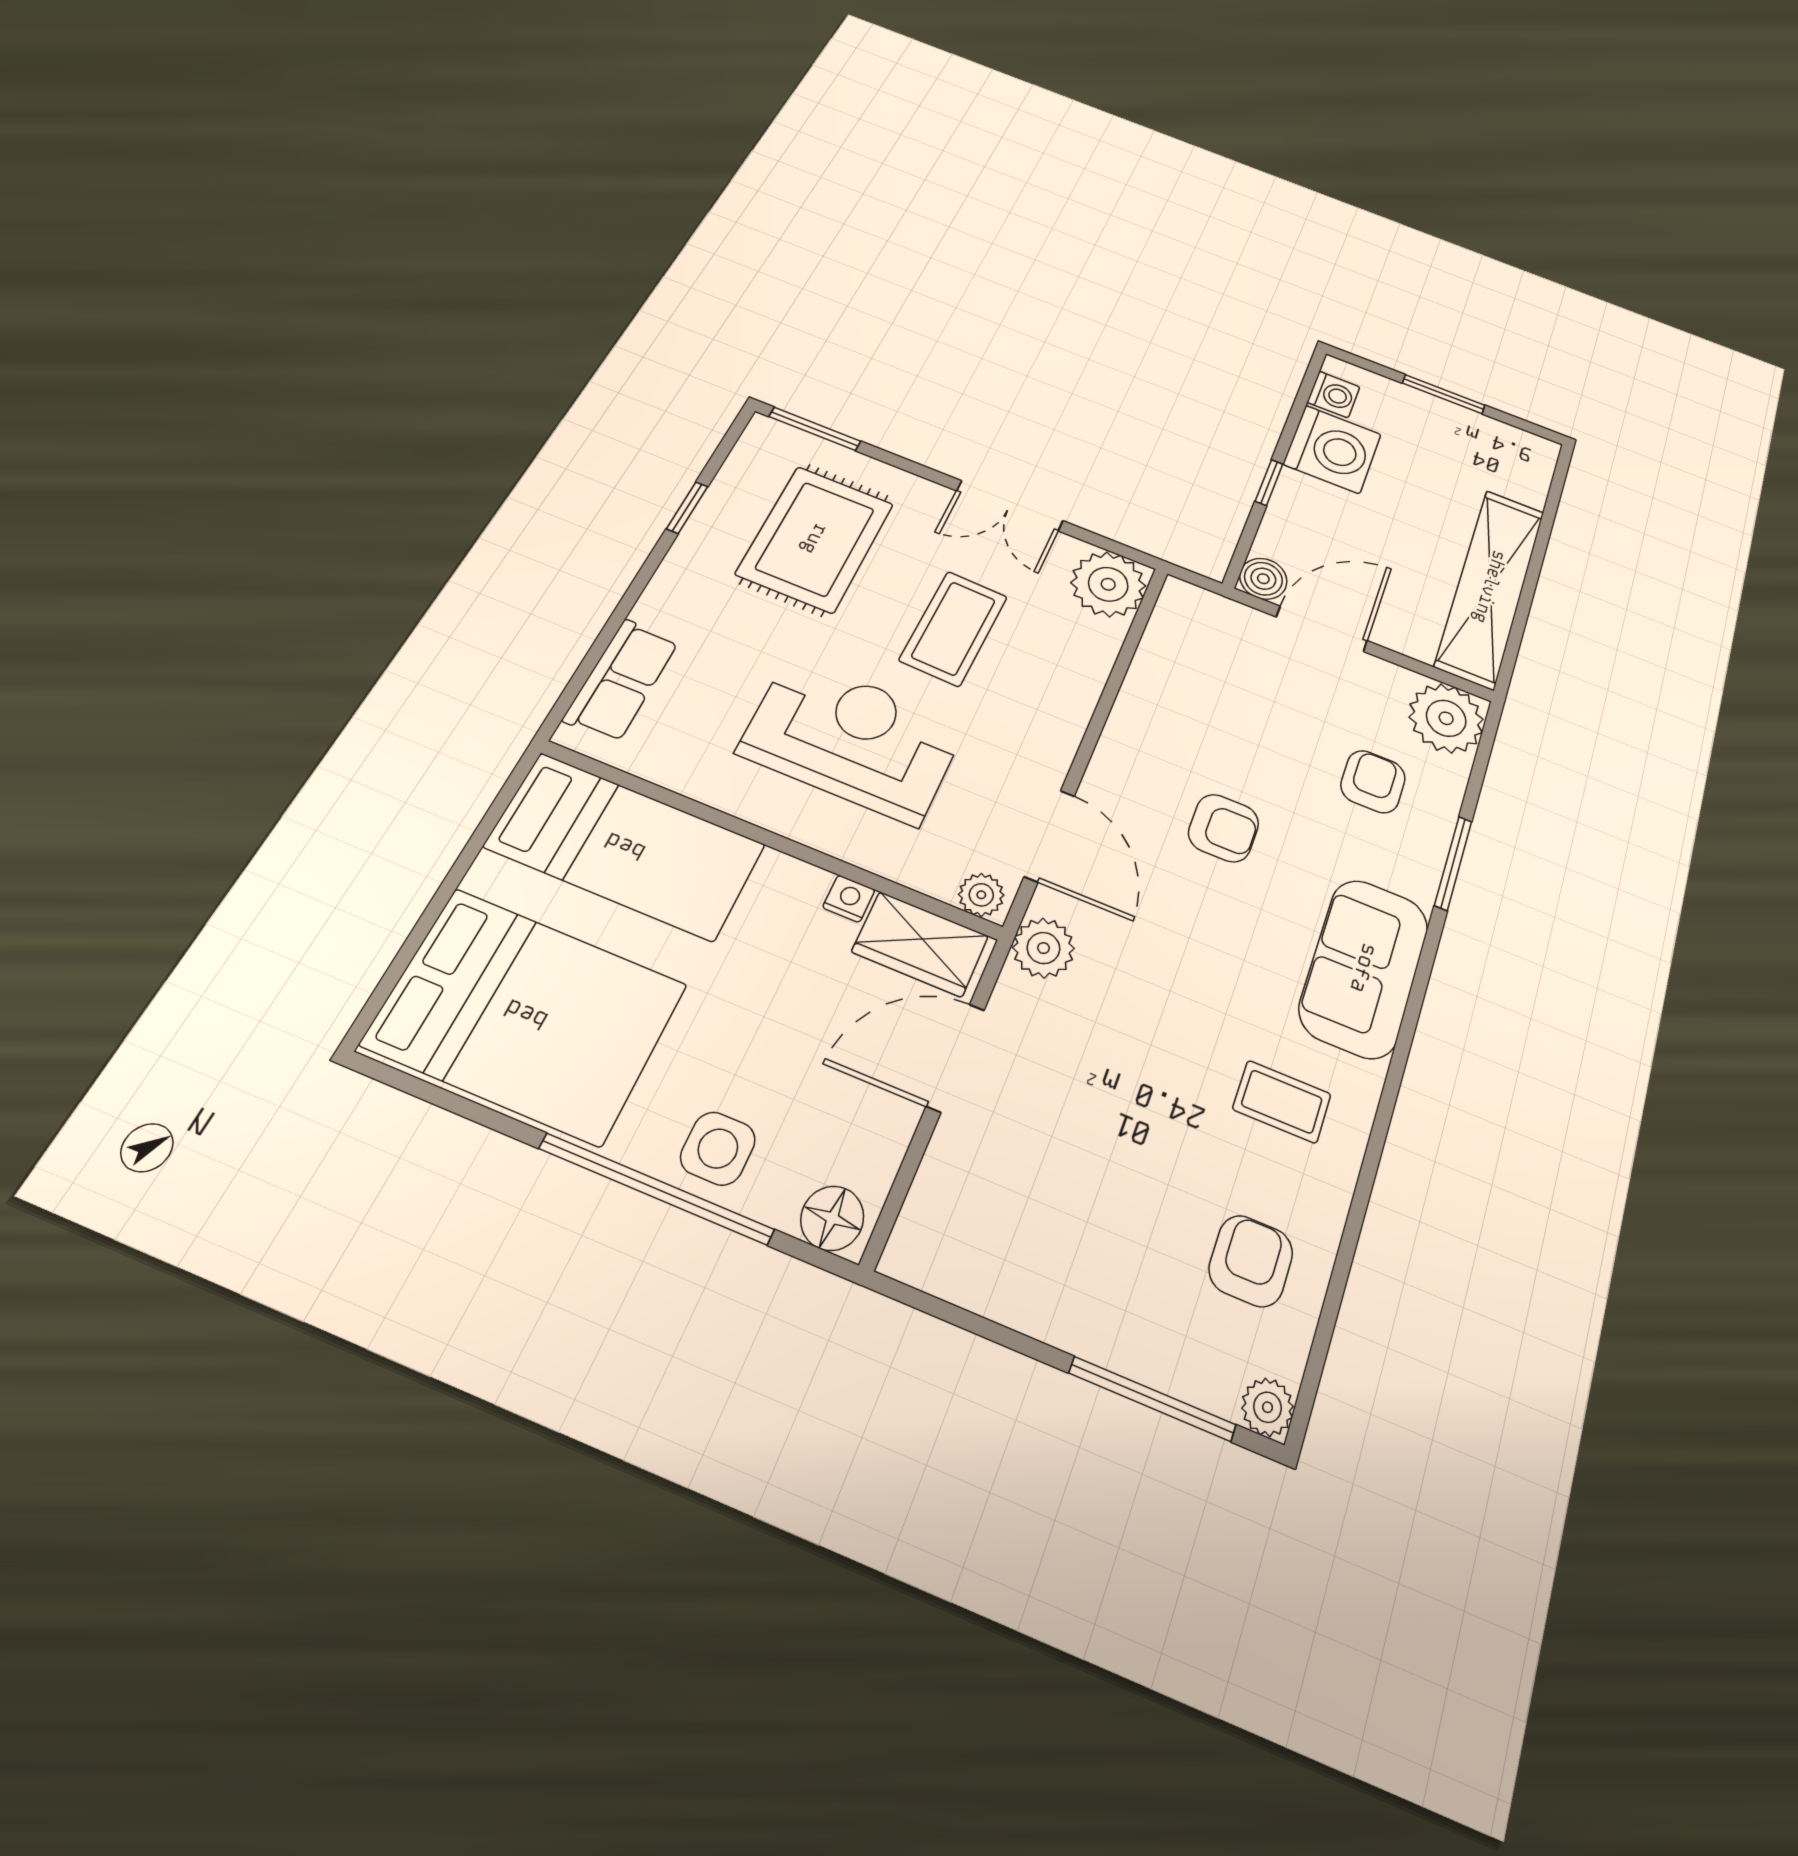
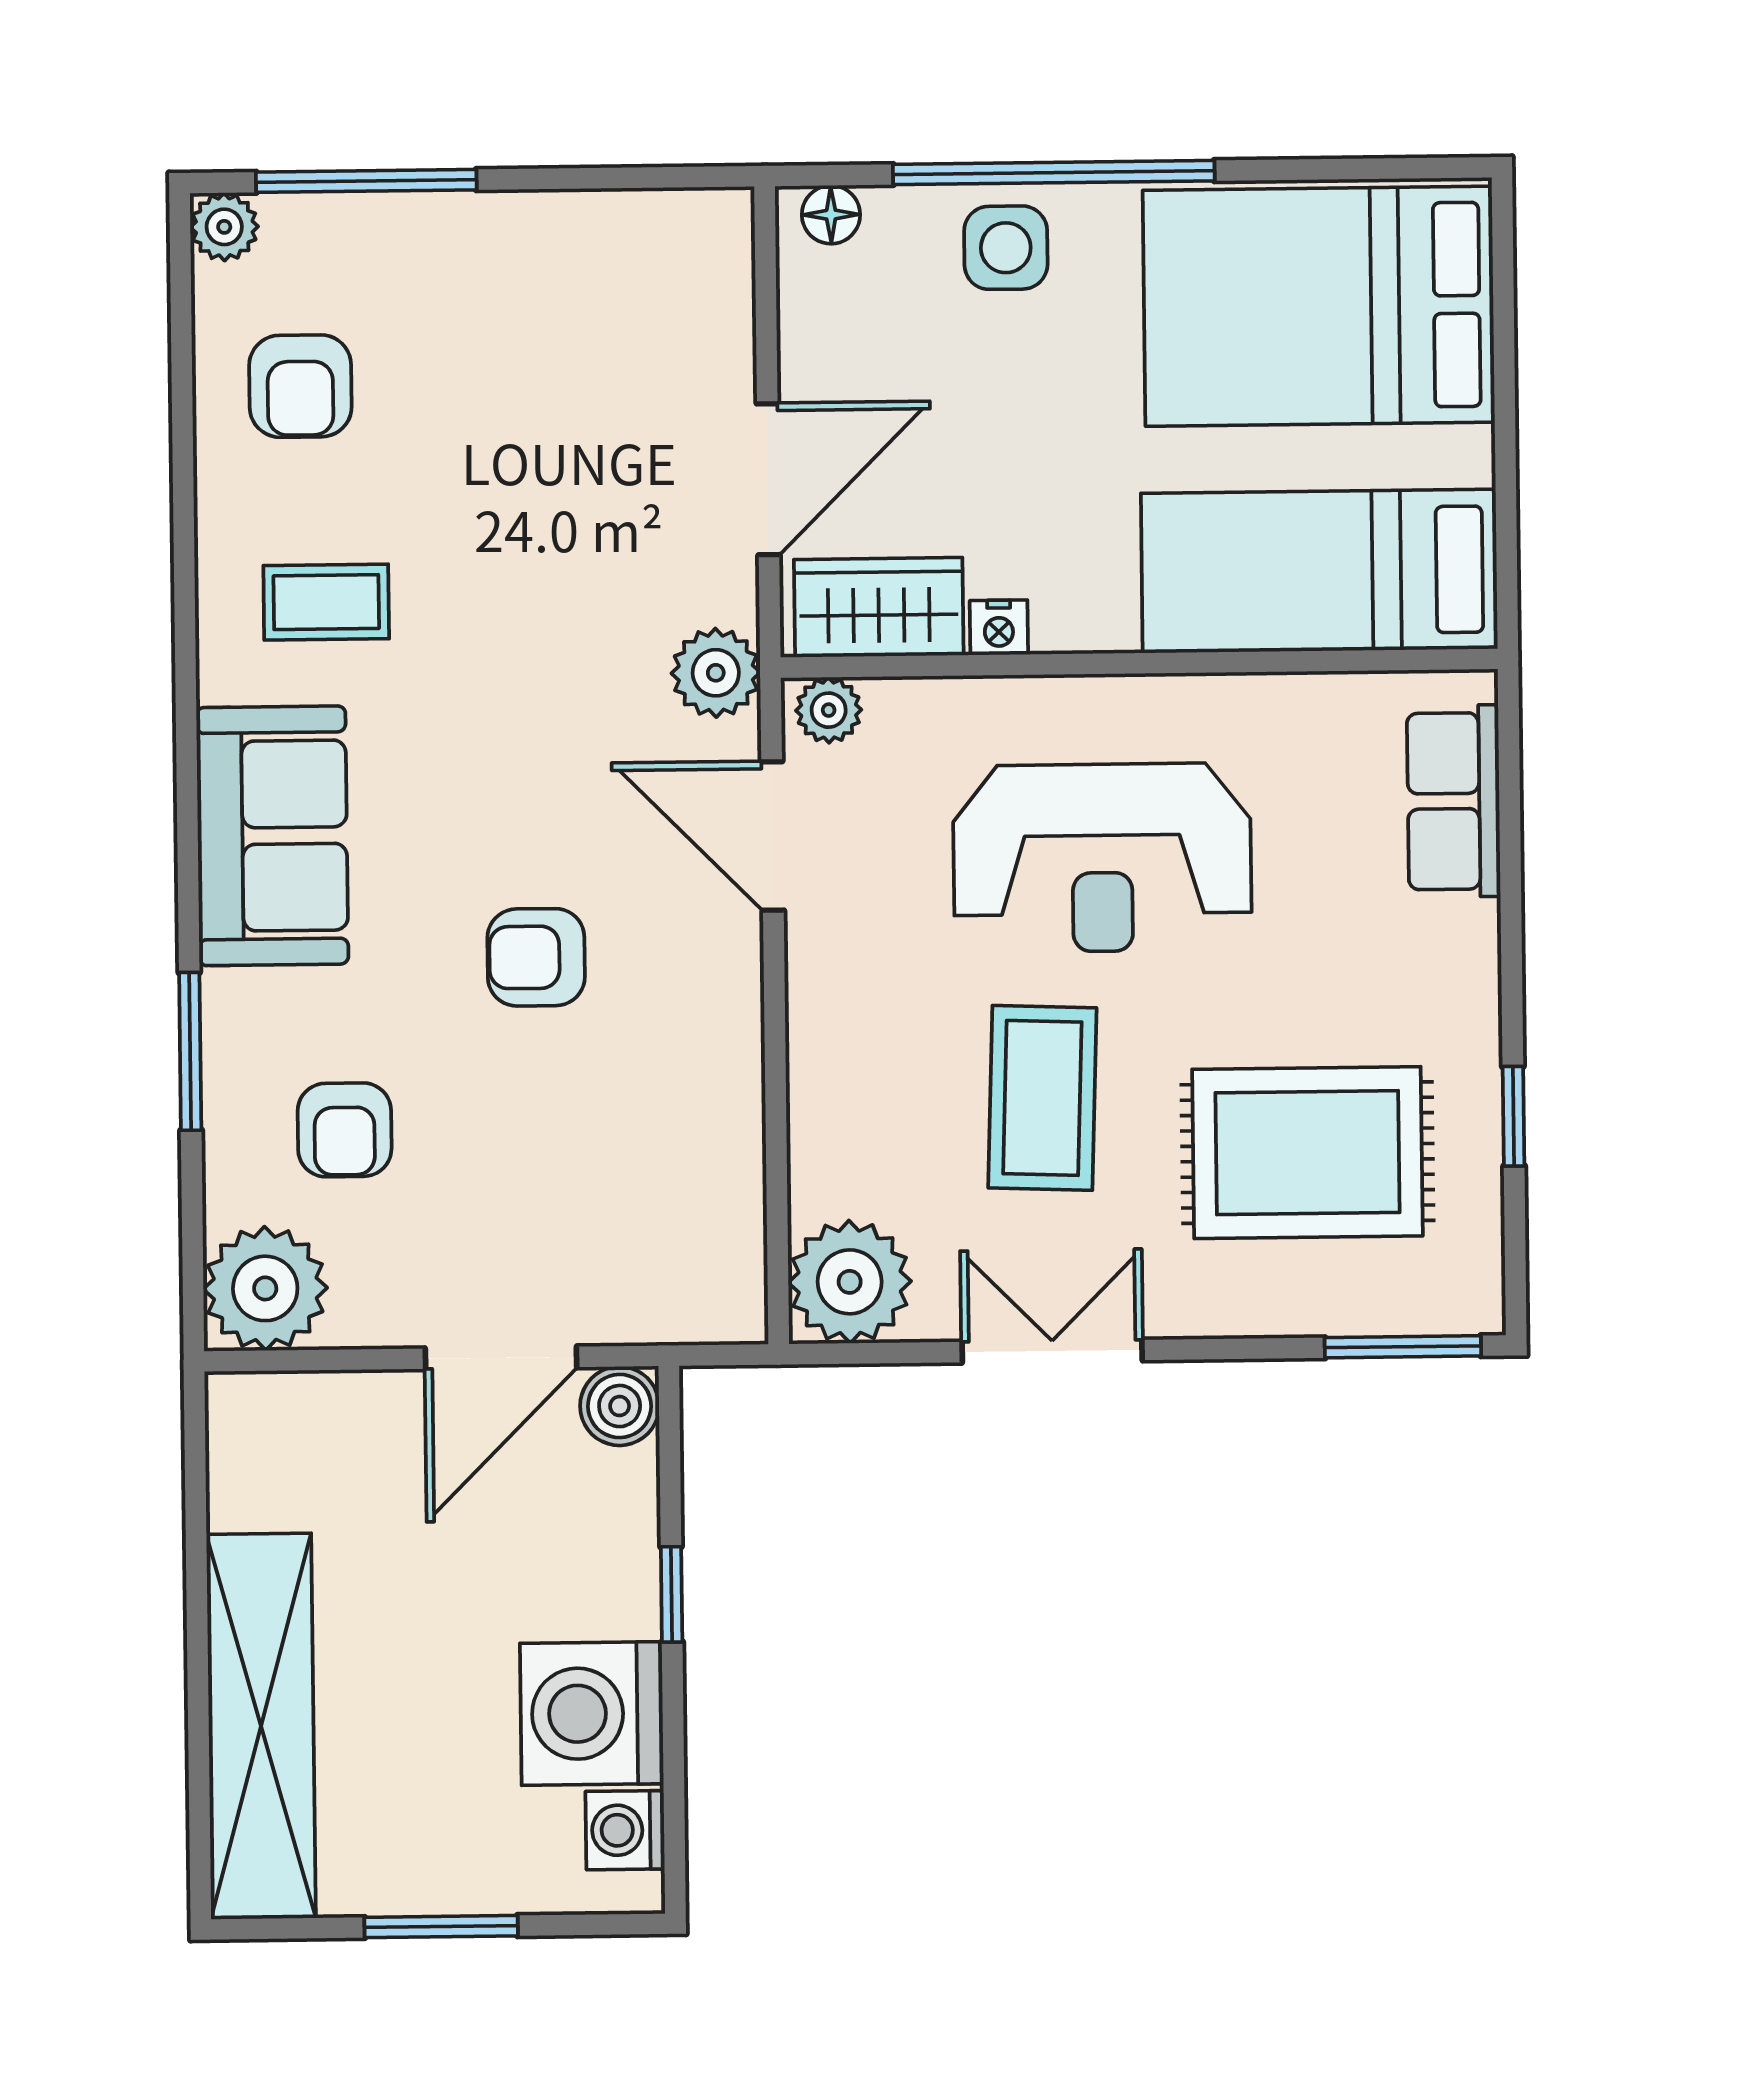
rug: (815, 539) -> (1307, 1153), turned 90
shelving: (1490, 587) -> (261, 1726), moved
floor lamp: (832, 1218) -> (831, 215), width x0.73, depth x0.73

